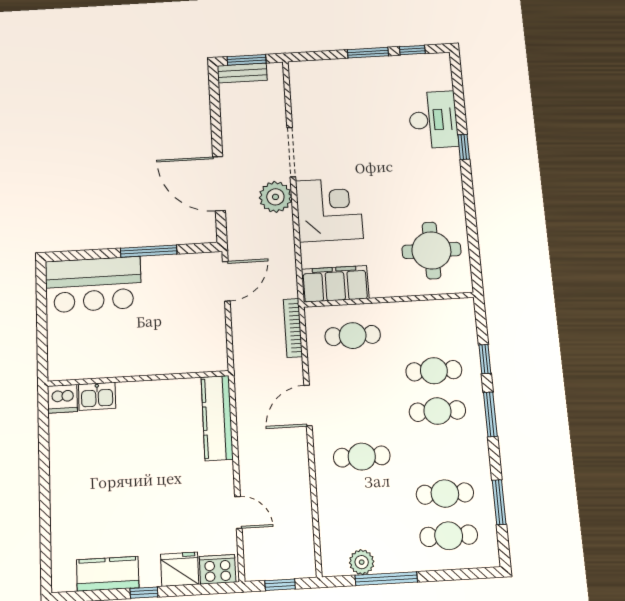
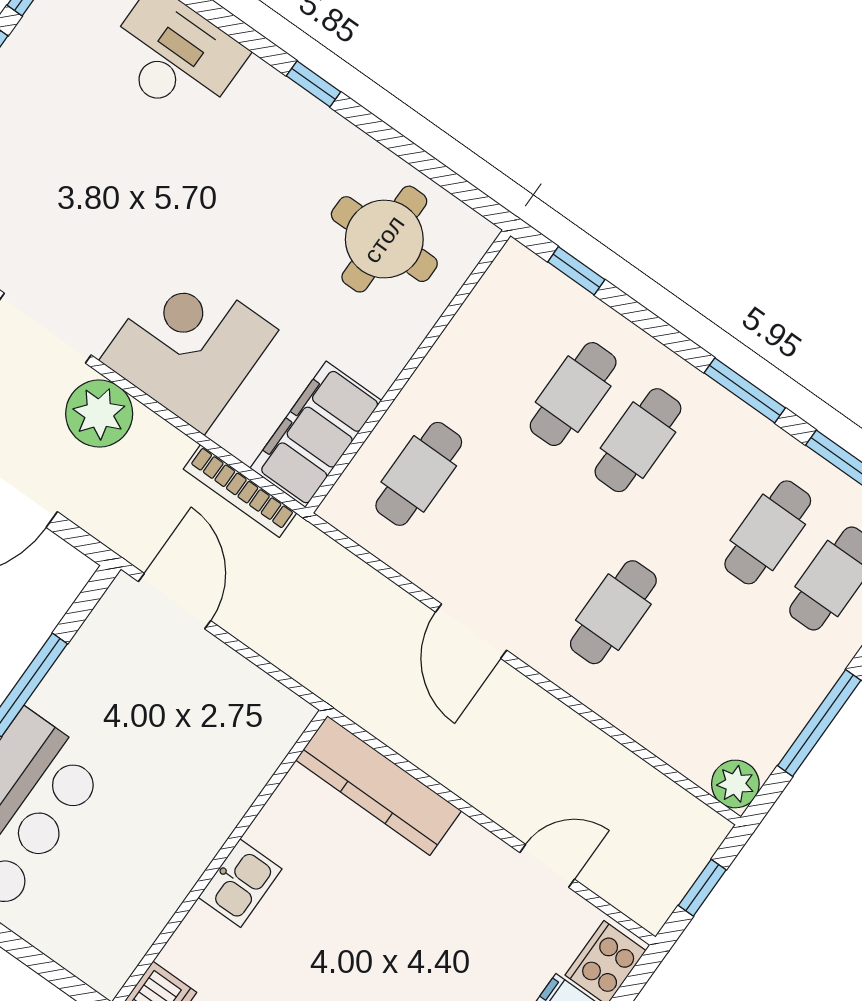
window: (464, 147) -> (313, 84), moved
bookcase: (293, 328) -> (240, 491), moved
window: (485, 359) -> (576, 271), moved
kitchen sink: (97, 396) -> (240, 883), moved
window: (490, 414) -> (745, 390), moved
plant: (362, 562) -> (735, 784), moved

